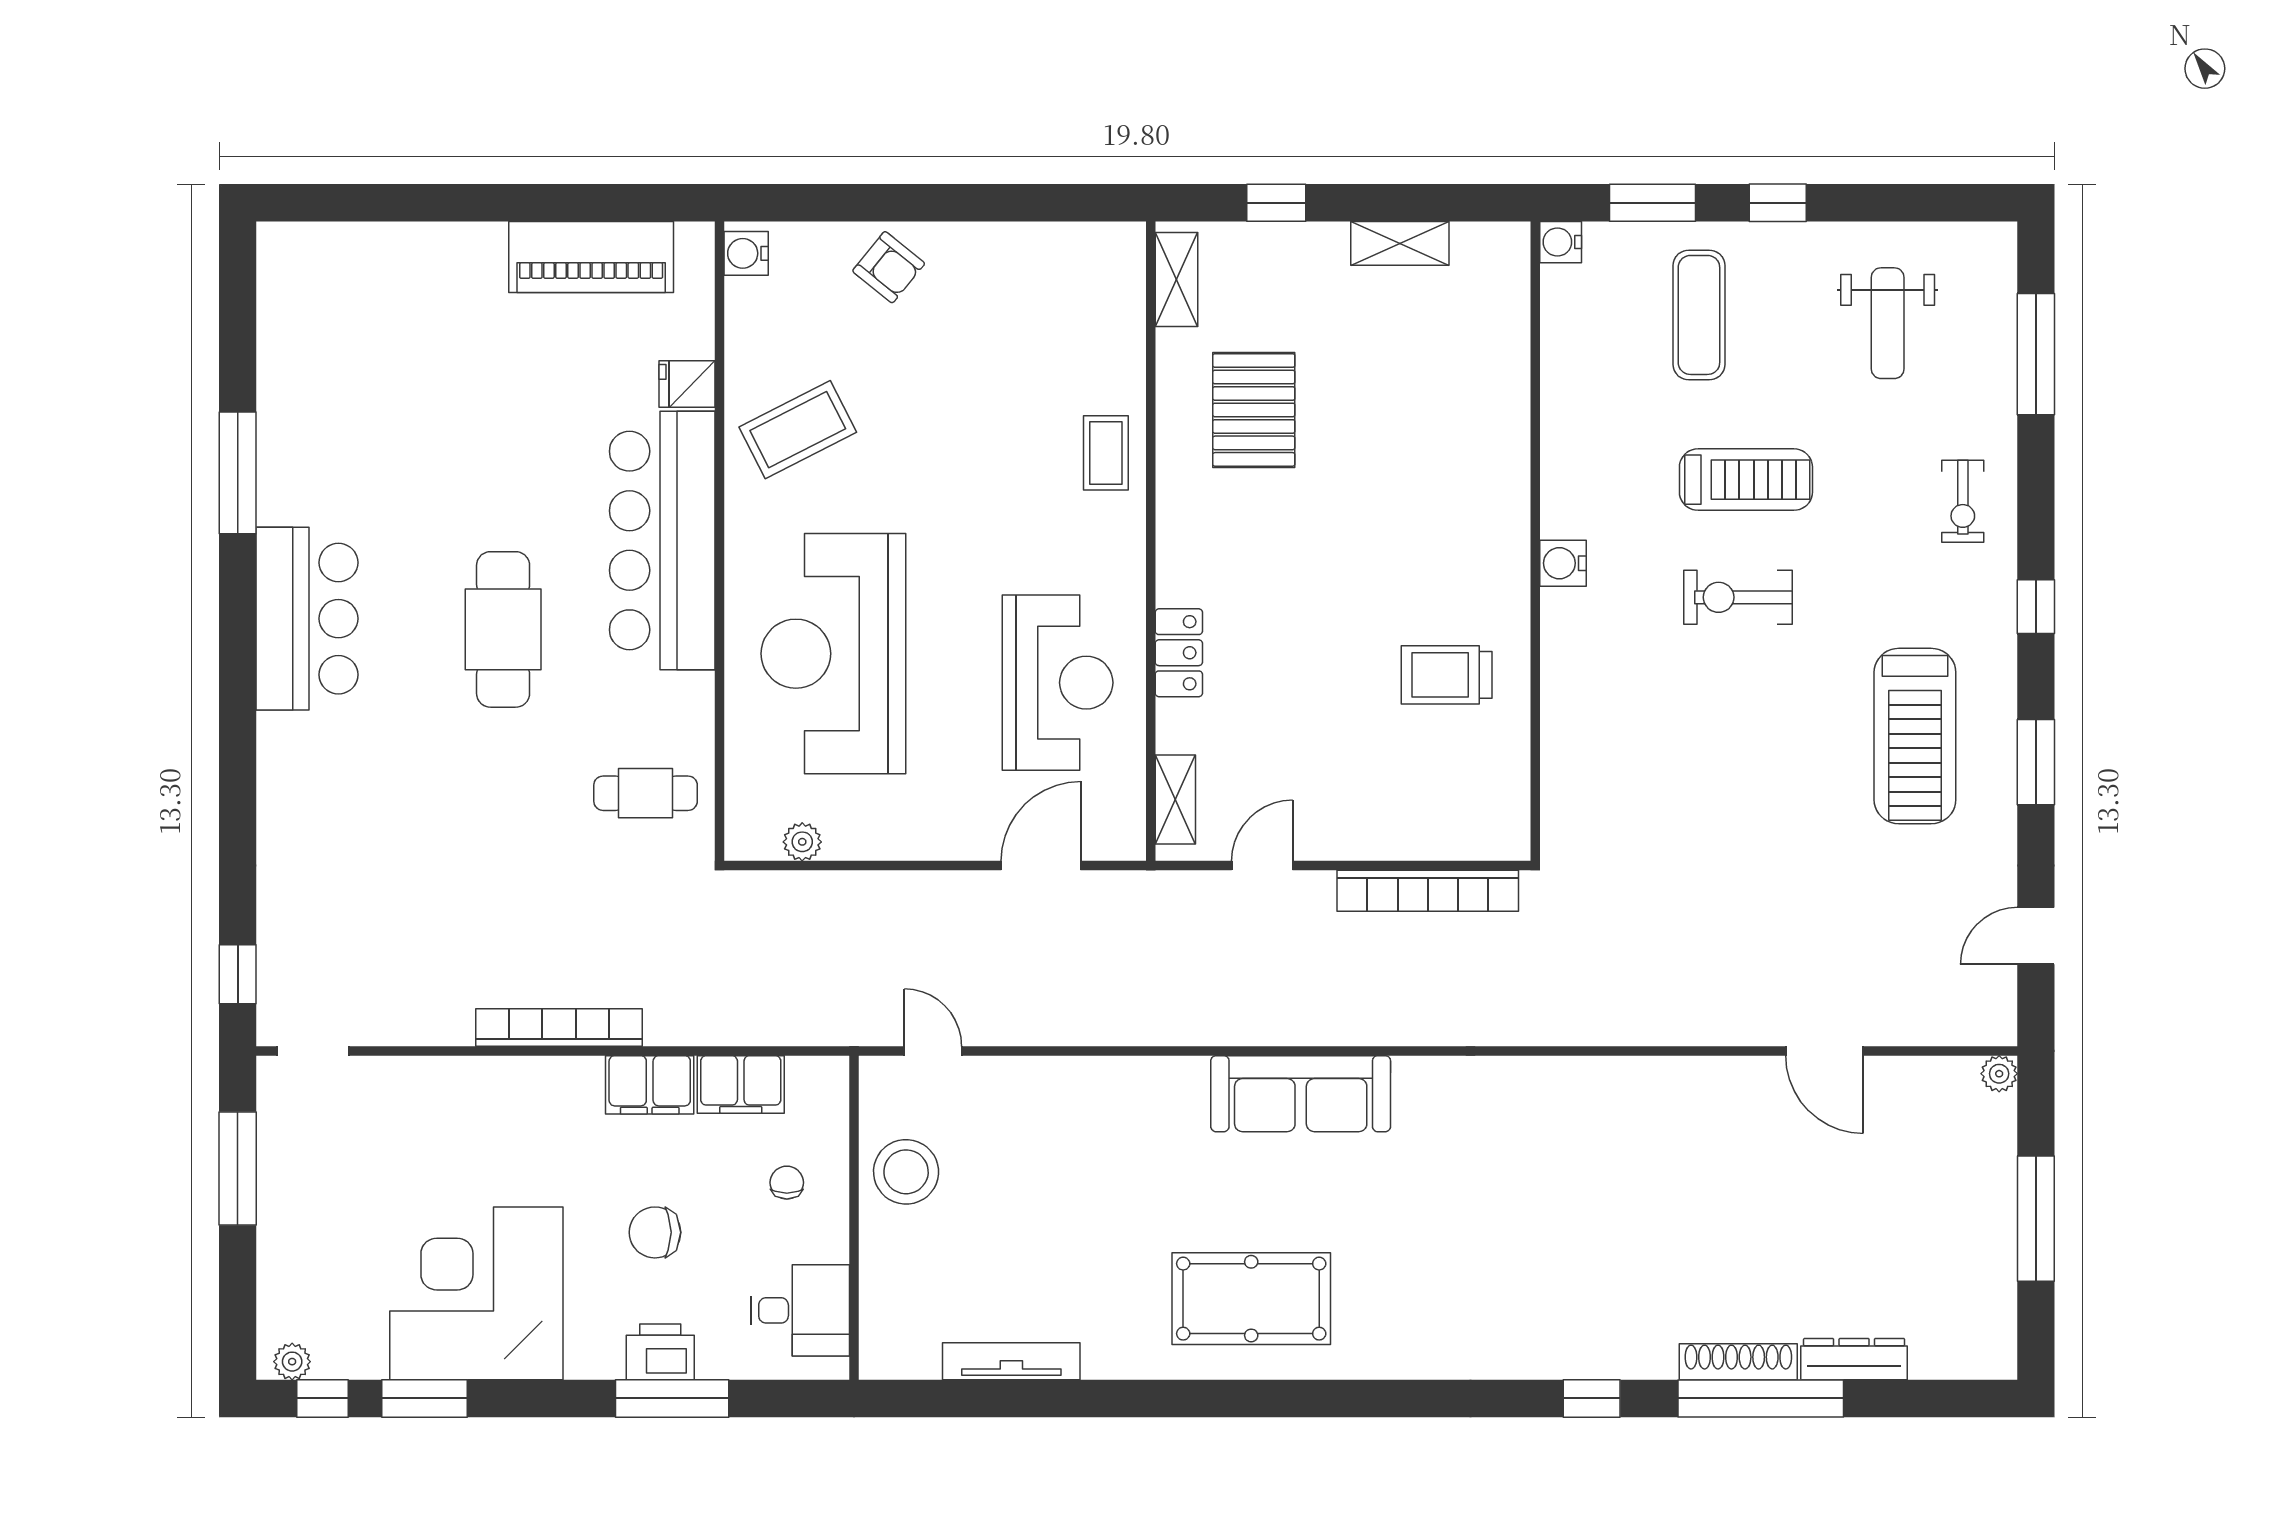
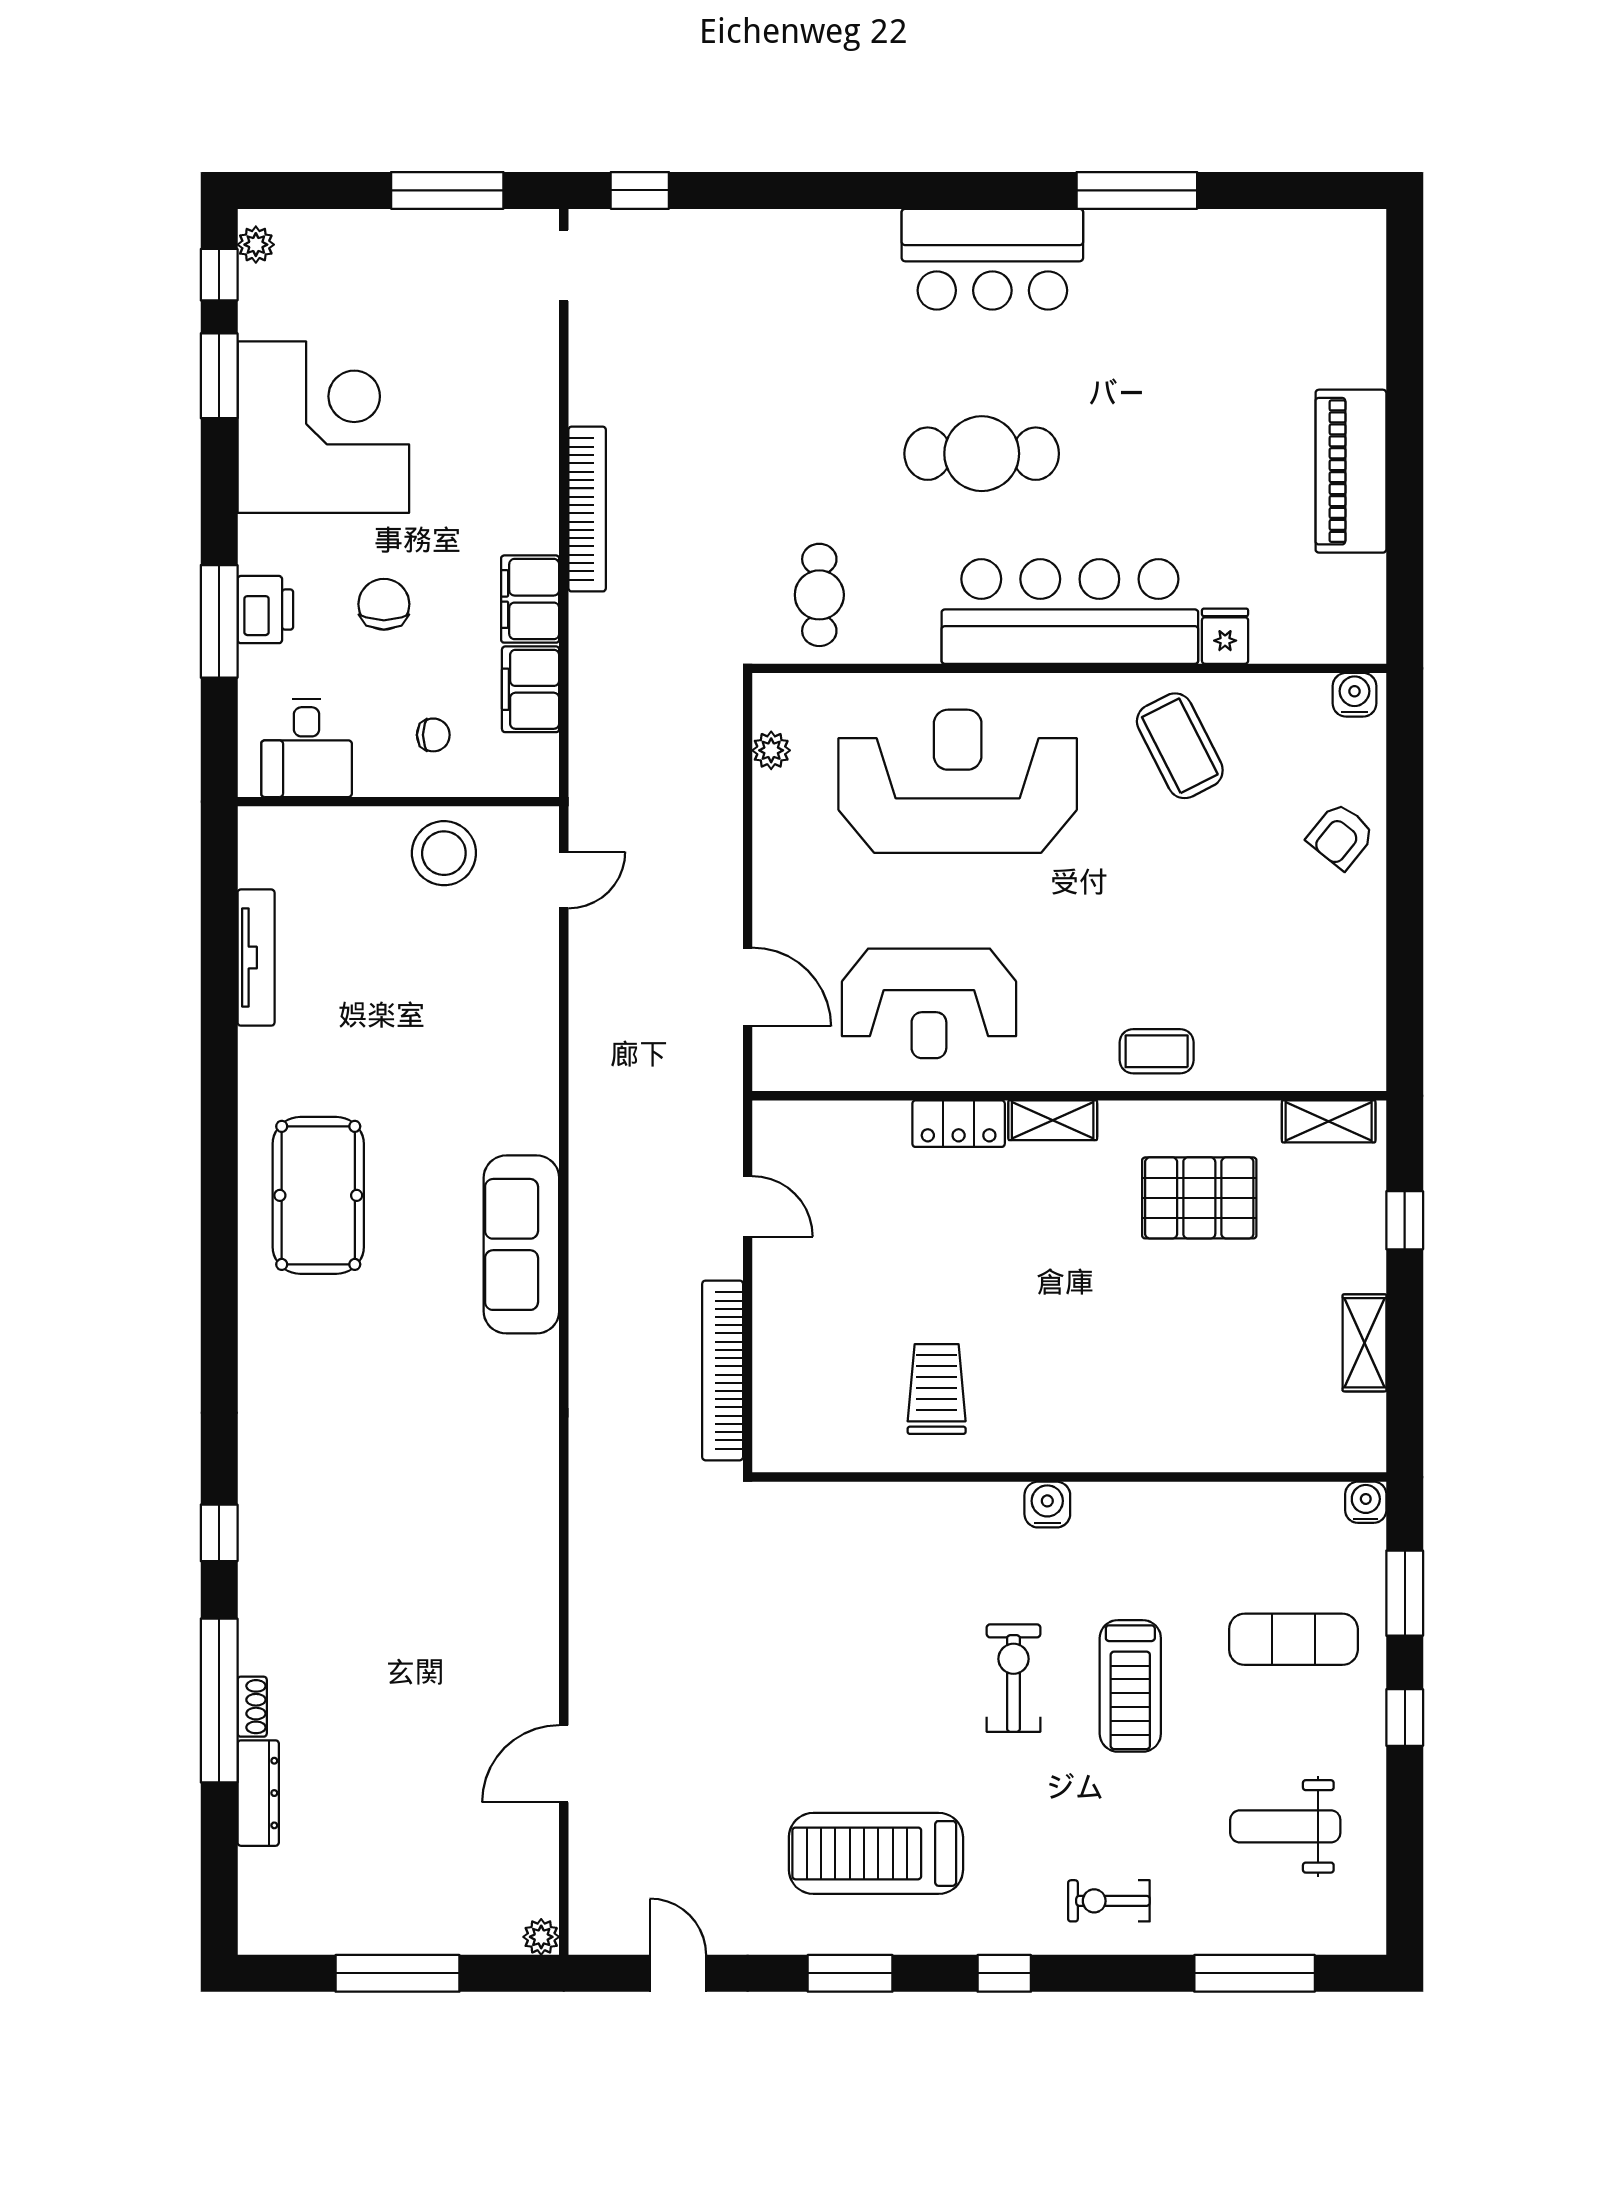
piano: (591, 257) -> (1351, 471), moved
shelving: (1175, 799) -> (1053, 1120), moved
shoe rack: (1738, 1362) -> (252, 1707), width x0.51, depth x0.81

